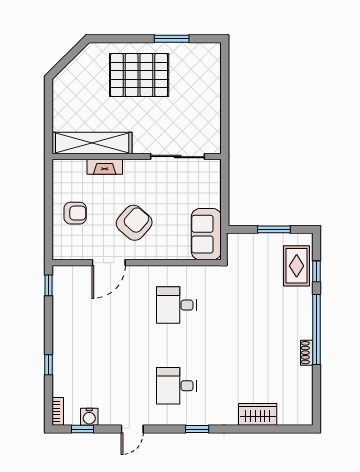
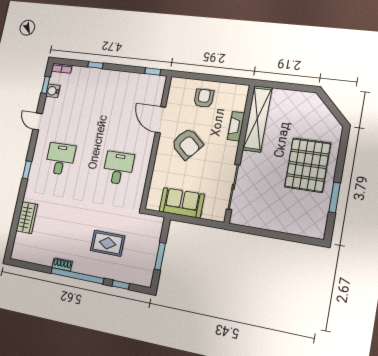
armchair: (75, 213) -> (204, 98), turned 180
sofa: (206, 234) -> (182, 203), moved
rug: (297, 266) -> (108, 243), moved

